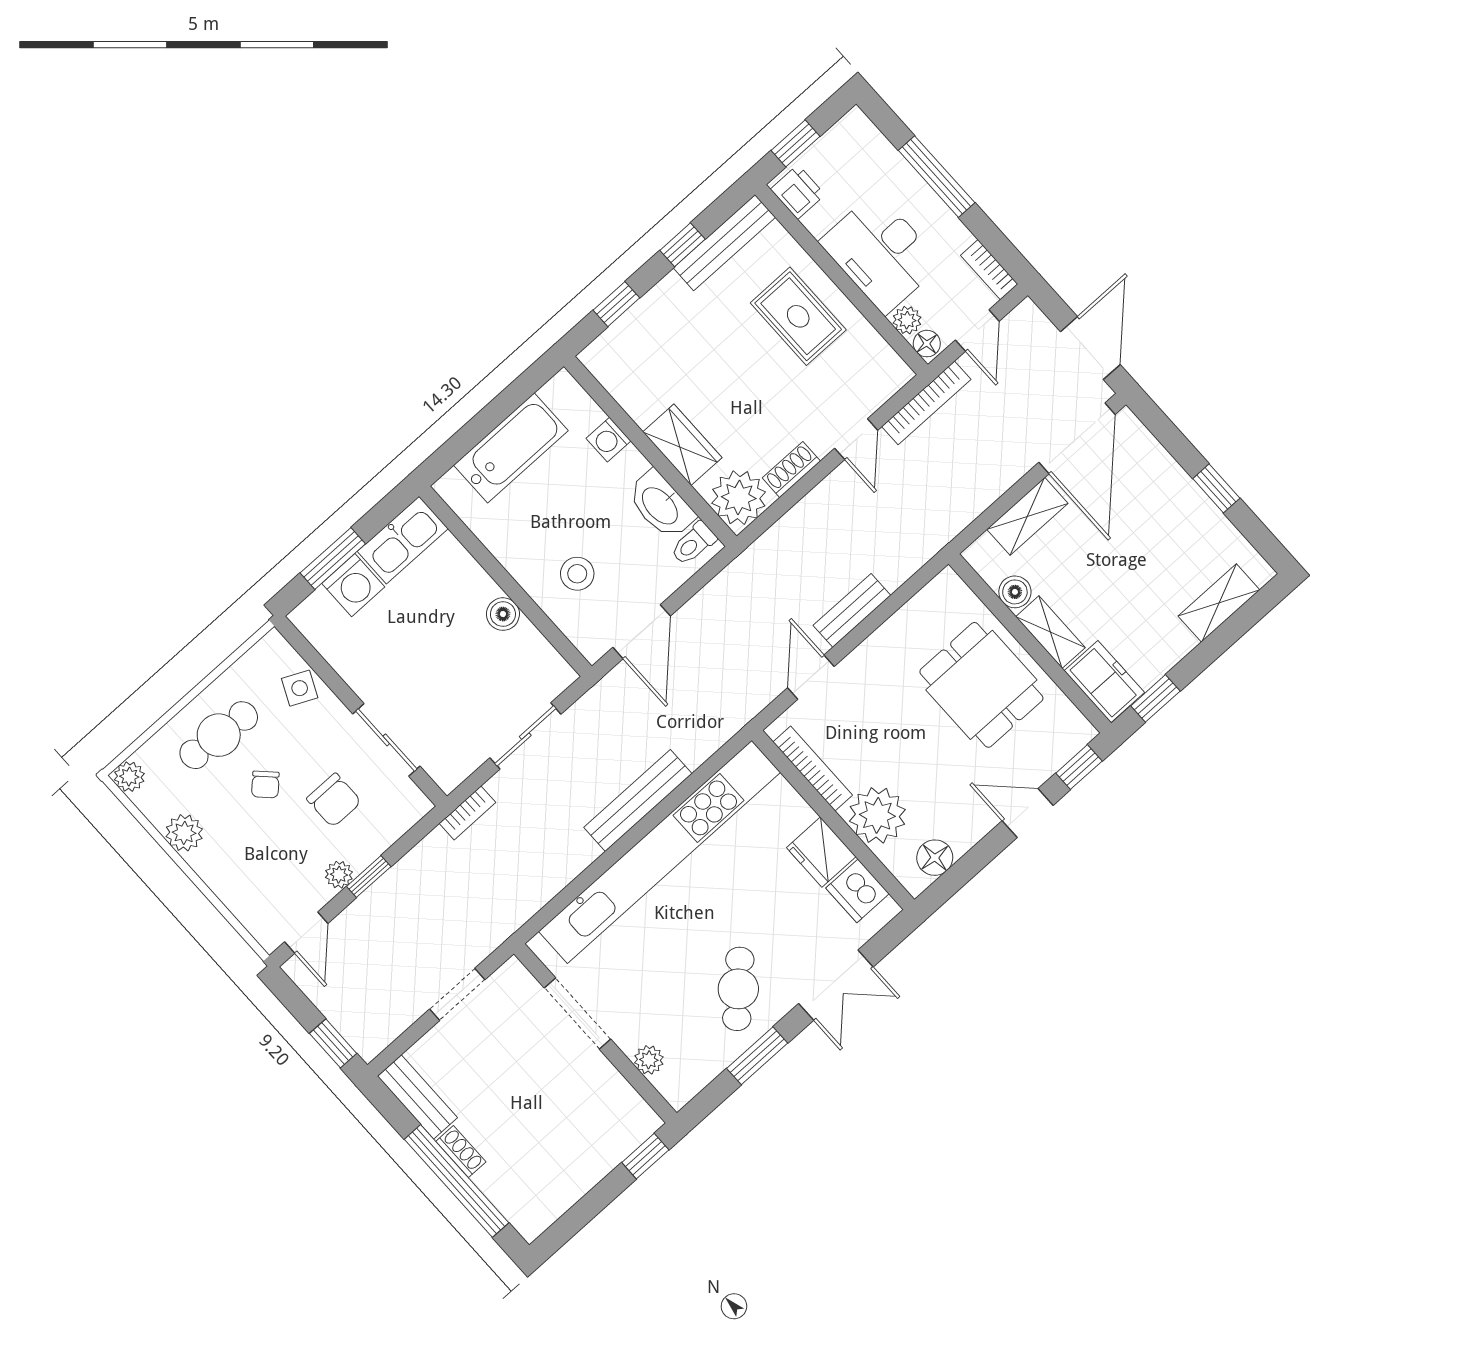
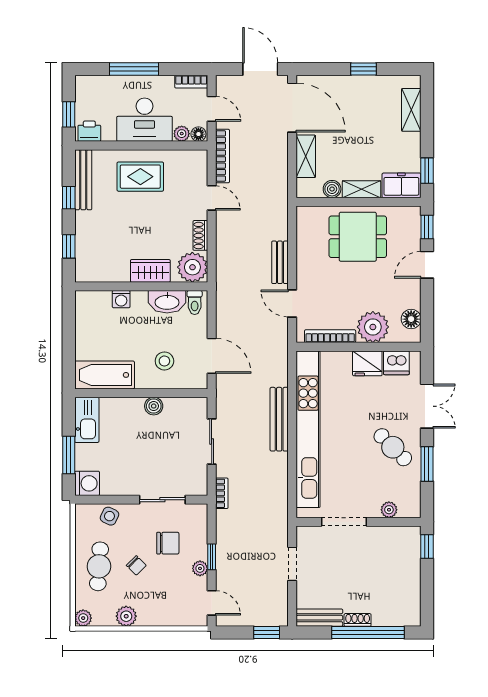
bathtub: (511, 448) -> (105, 375), moved, turned -90
washing machine: (353, 585) -> (87, 483), moved

